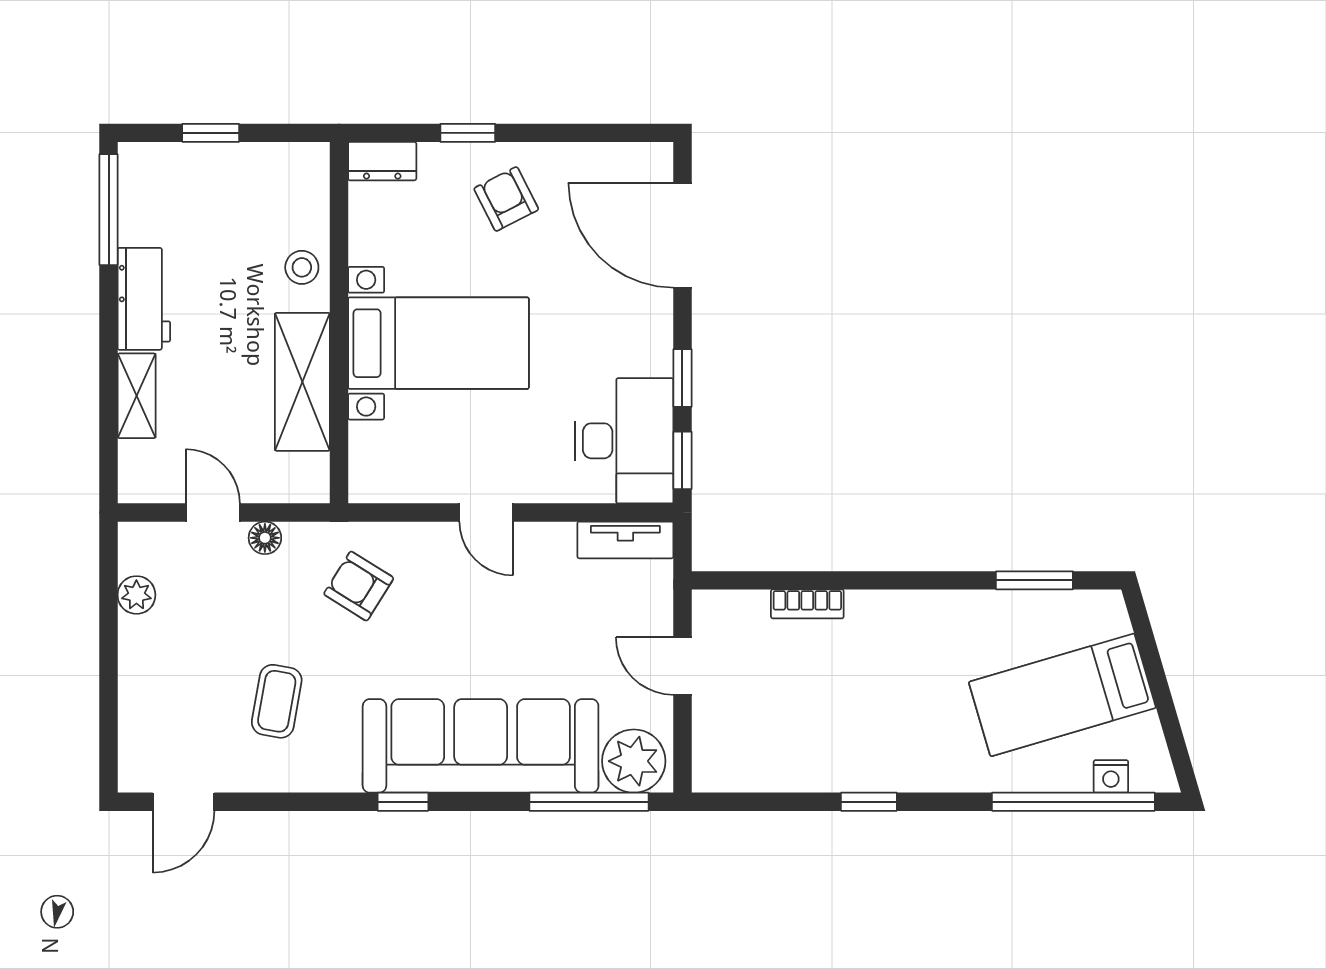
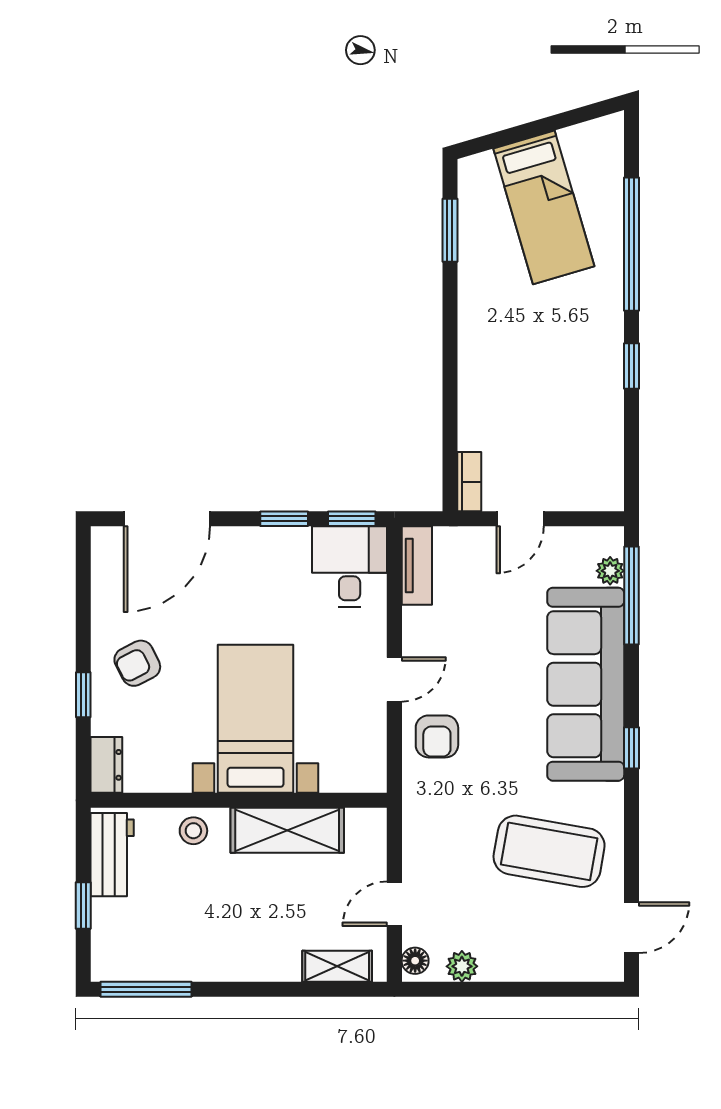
workbench: (144, 299) -> (112, 855), moved, turned 90
shelving: (137, 396) -> (337, 966), moved
desk: (624, 441) -> (350, 566), width x0.73
floor lamp: (265, 538) -> (415, 961), moved
armchair: (359, 586) -> (437, 736), moved, turned -32
bookcase: (807, 604) -> (469, 482), moved
coffee table: (277, 701) -> (549, 851), width x1.86, depth x1.72
plant: (634, 761) -> (610, 571), width x0.53, depth x0.53
nightstand: (1111, 776) -> (611, 168), removed
door: (184, 802) -> (631, 928), hinge flipped
window: (1073, 802) -> (631, 244), moved

